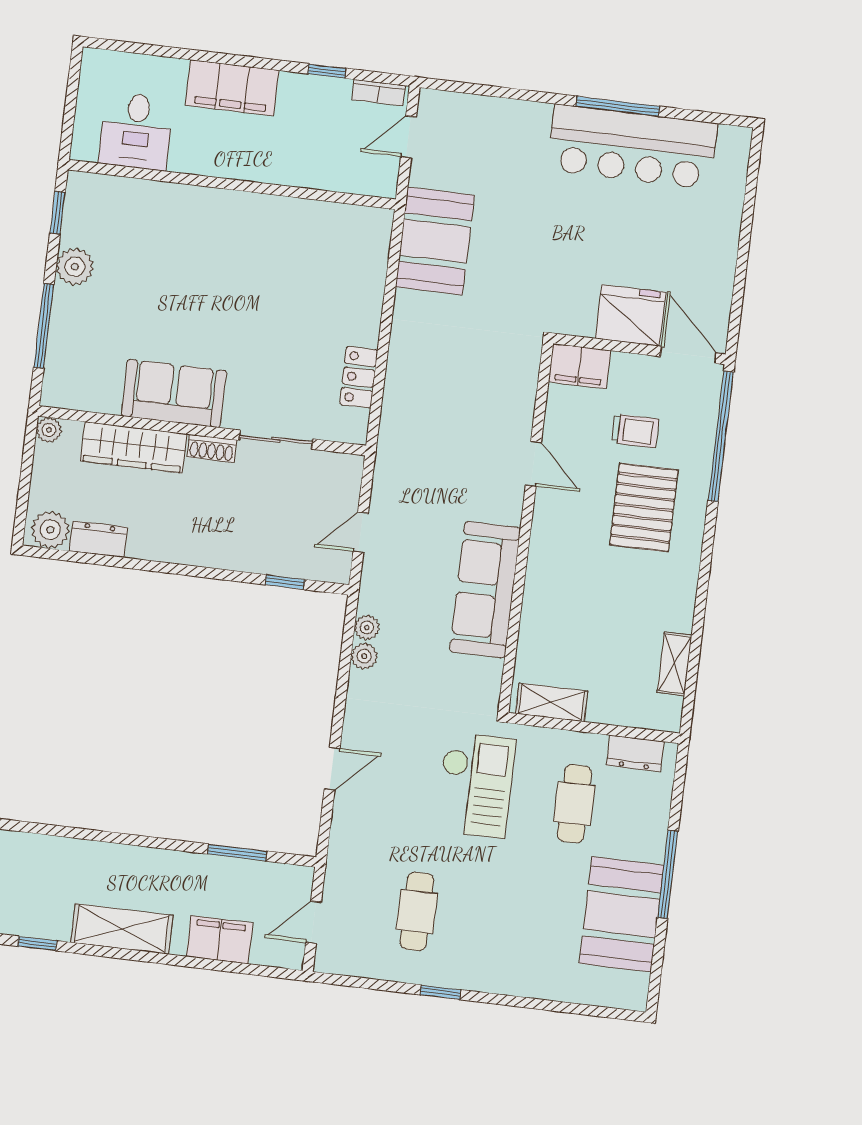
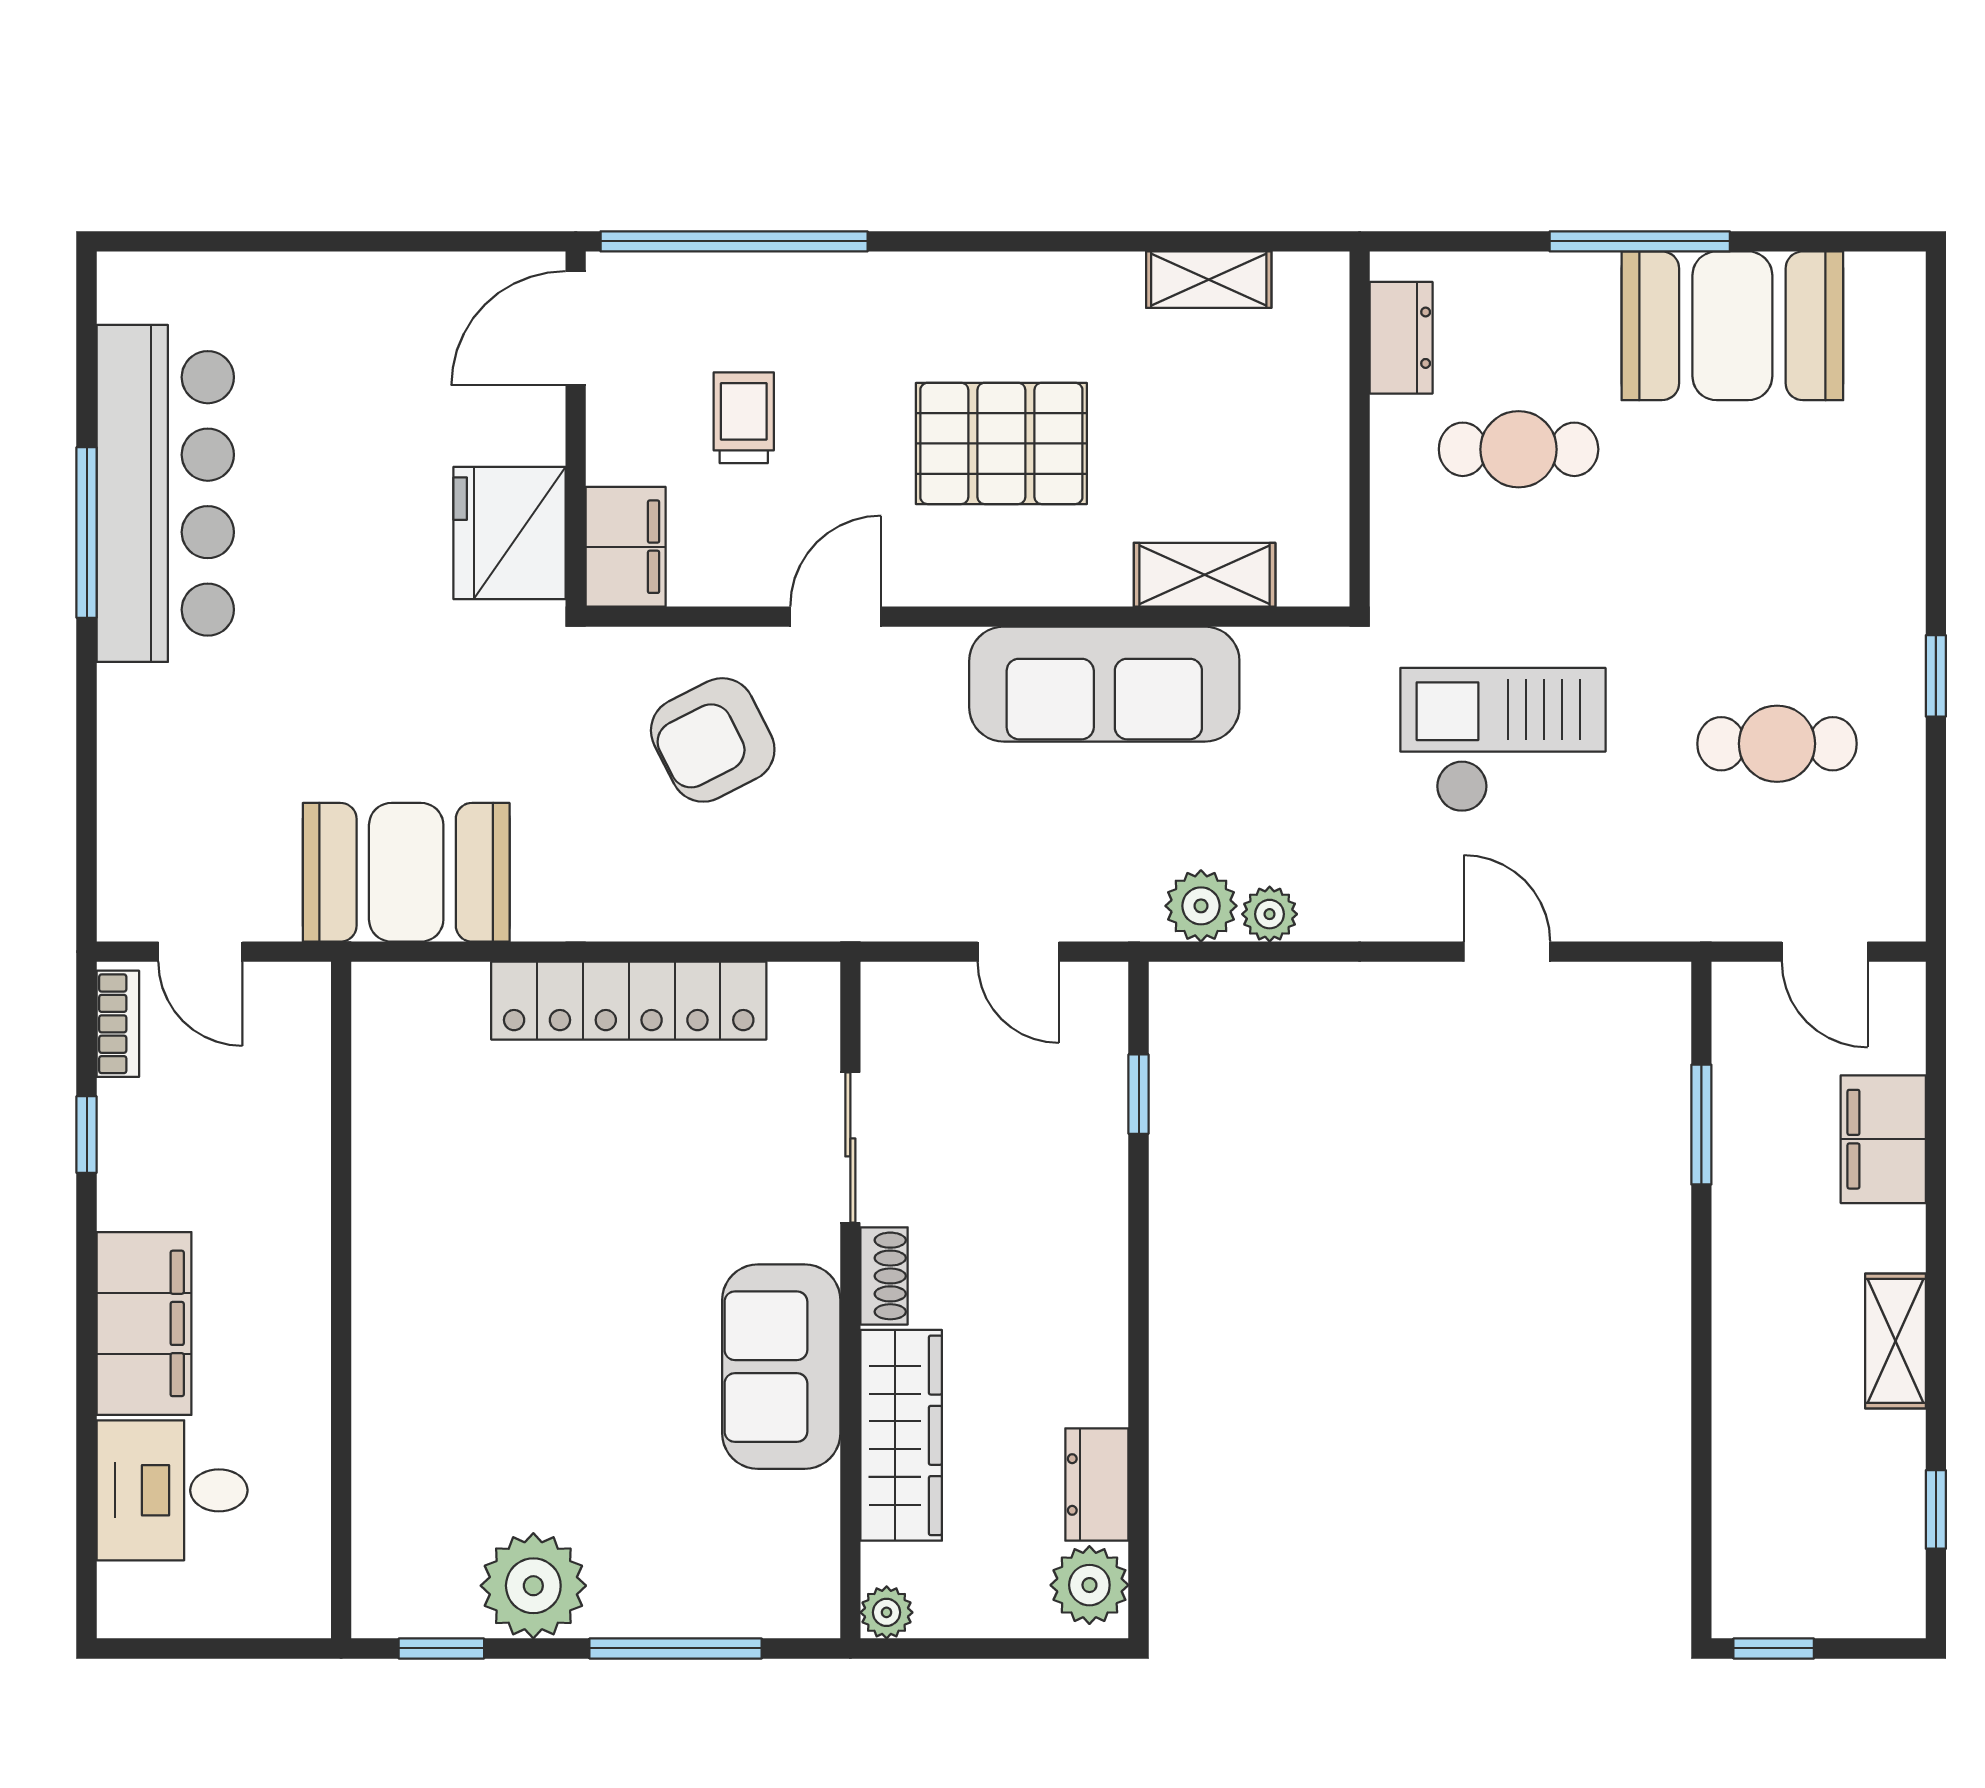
desk: (136, 131) -> (172, 1490), moved, turned 180
plant: (75, 267) -> (533, 1586), width x1.36, depth x1.36
fridge: (630, 315) -> (510, 533), moved
locker: (359, 377) -> (629, 1001), width x2.16, depth x1.21
armchair: (481, 397) -> (713, 740), added
pallet: (644, 507) -> (1001, 443), moved
plant: (367, 628) -> (1201, 906), width x1.38, depth x1.38
shelving: (552, 702) -> (1205, 575), moved, turned 90
checkout: (475, 785) -> (1503, 740), moved
shelving: (122, 929) -> (1896, 1341), width x0.67, depth x0.75

